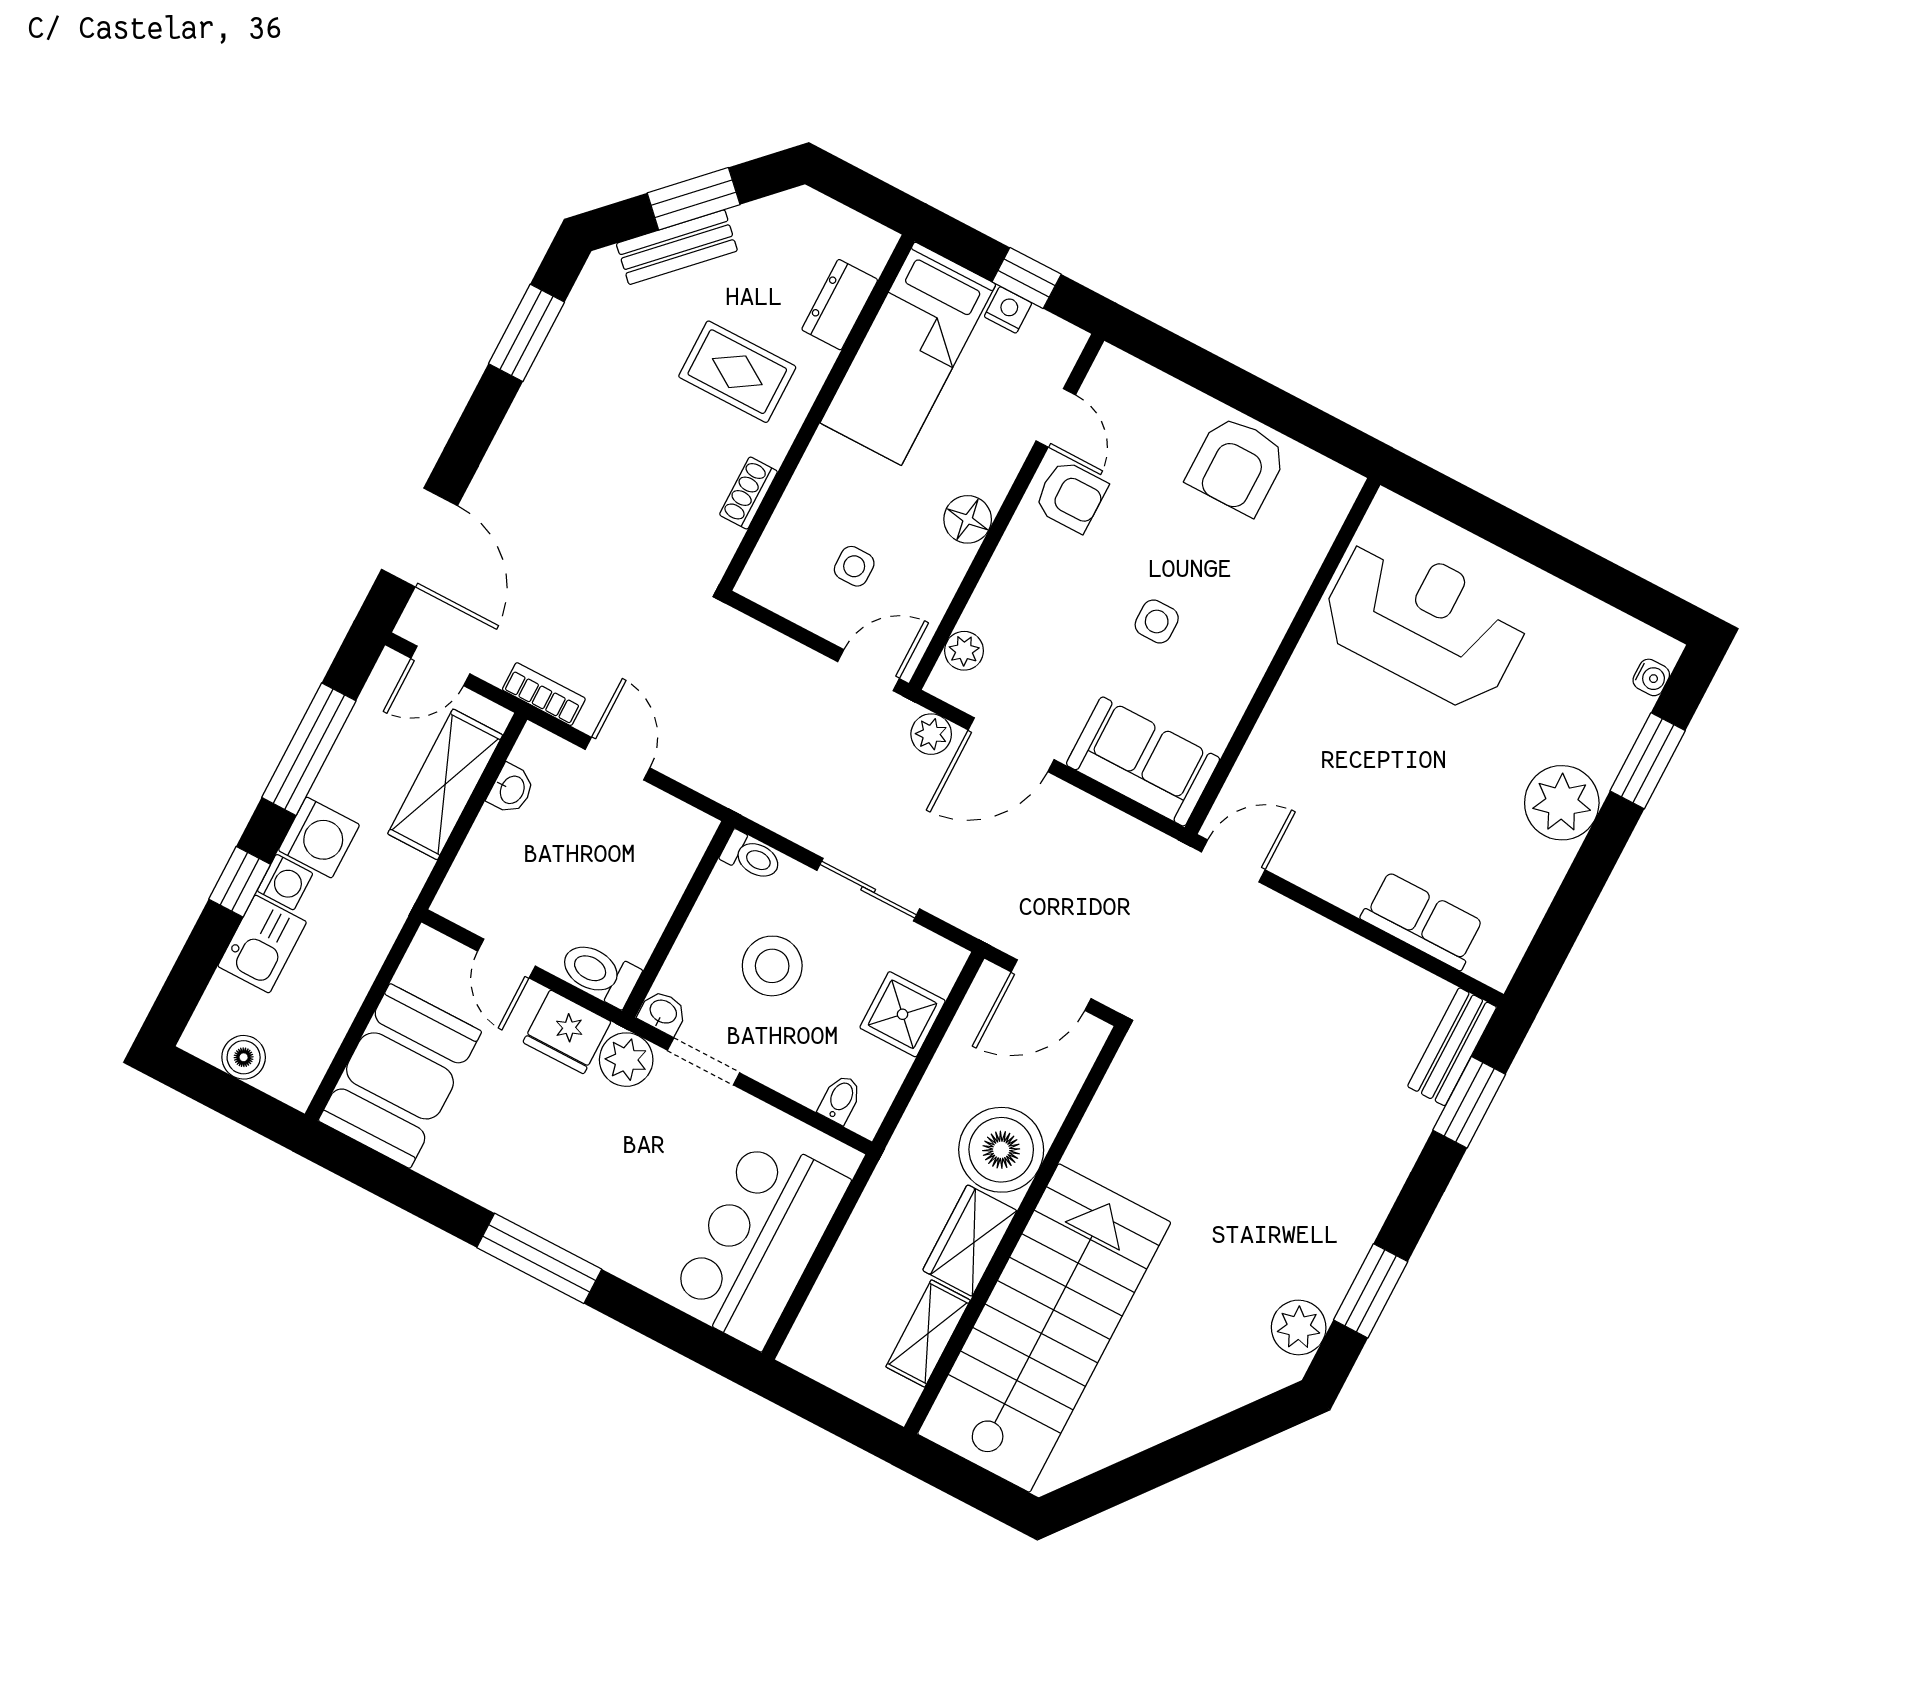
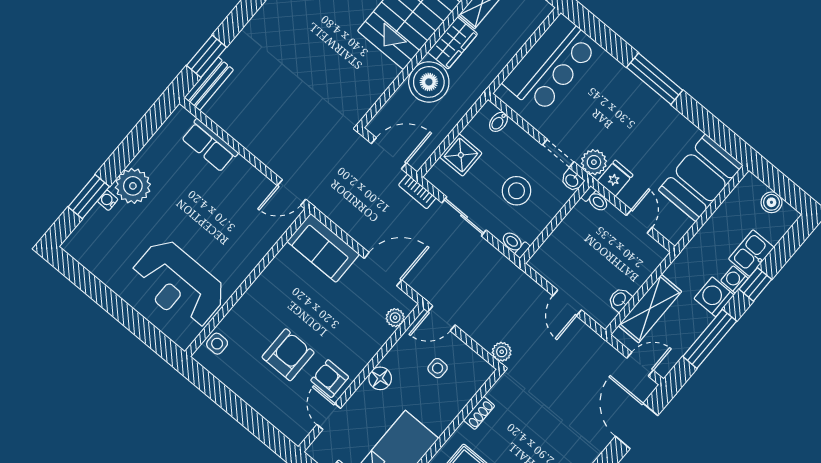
armchair: (1237, 465) -> (288, 355), moved
side table: (1157, 621) -> (217, 344), moved
water cooler: (1651, 677) -> (108, 200), moved
bookcase: (544, 694) -> (417, 191), moved
plant: (931, 734) -> (502, 352), moved
toilet: (599, 973) -> (596, 200), width x0.73, depth x0.72
fridge: (567, 1032) -> (615, 178), width x0.72

